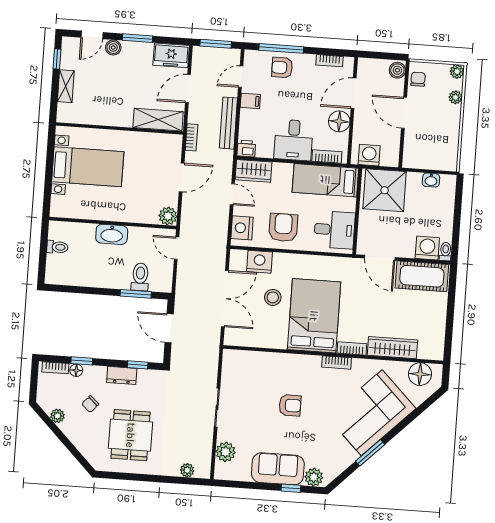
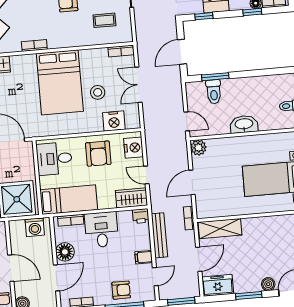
double door: (225, 299) -> (138, 85), width x0.73
door: (169, 328) -> (182, 52), swing flipped
bookcase: (352, 348) -> (121, 51), moved
coffee table: (252, 378) -> (104, 20), added

